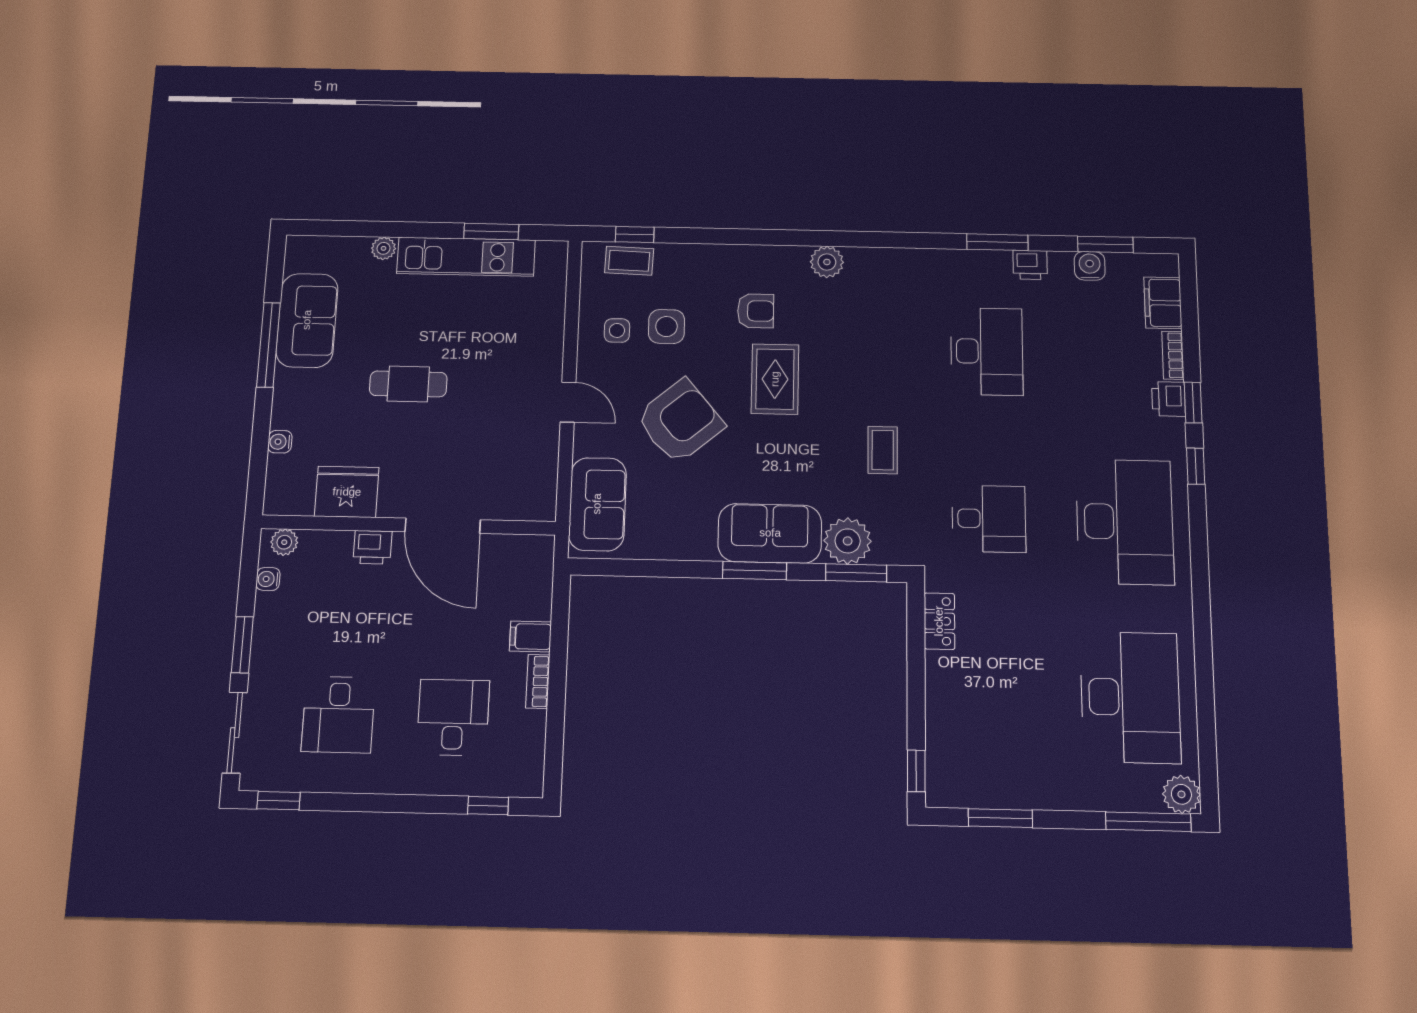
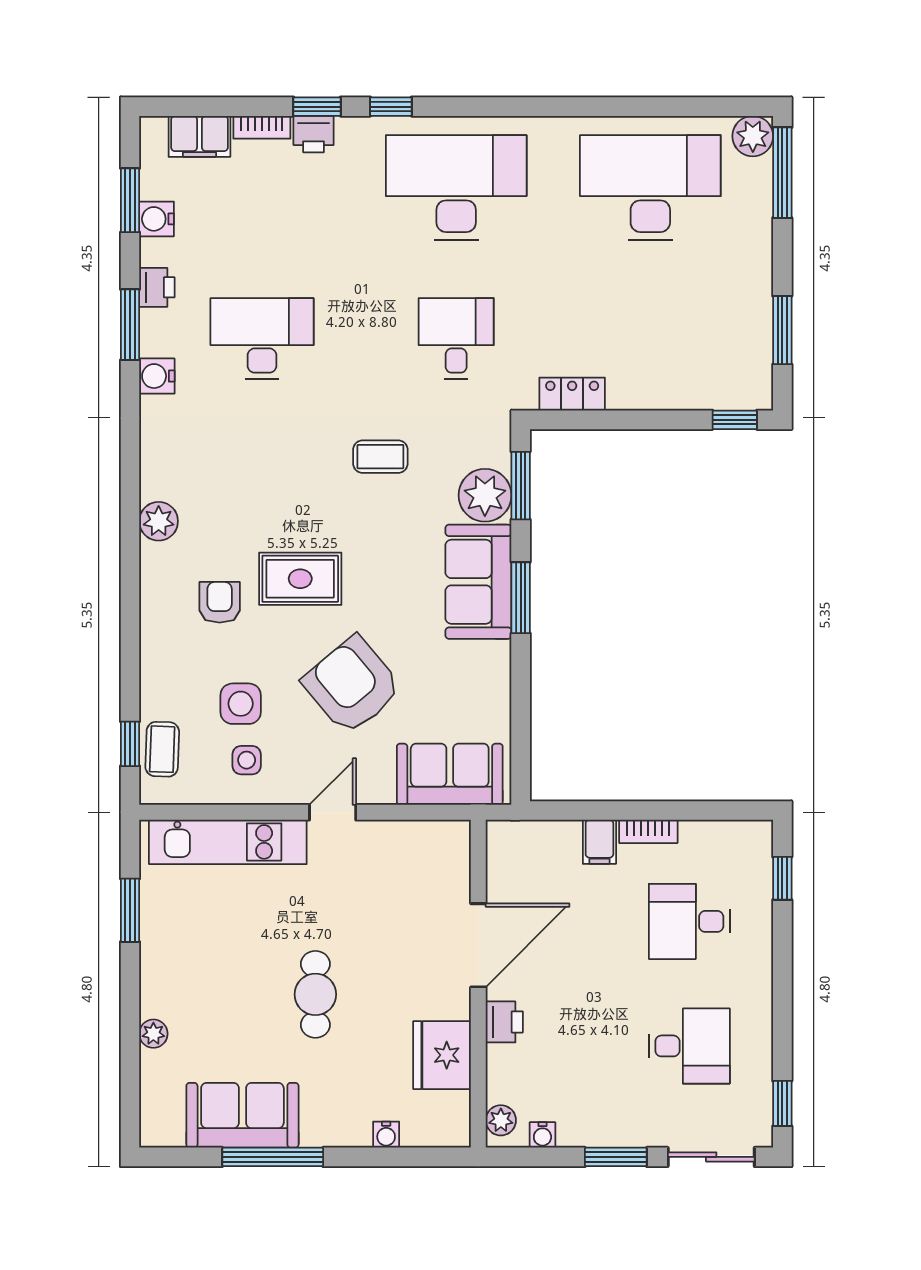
kitchen unit: (466, 257) -> (228, 842), moved, turned 90
water cooler: (953, 263) -> (157, 376), added

